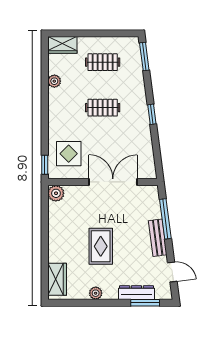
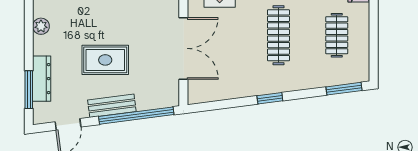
clothes rail: (103, 108) -> (278, 35), width x1.36
window: (165, 219) -> (136, 116), width x1.46
rug: (101, 246) -> (105, 60), moved

